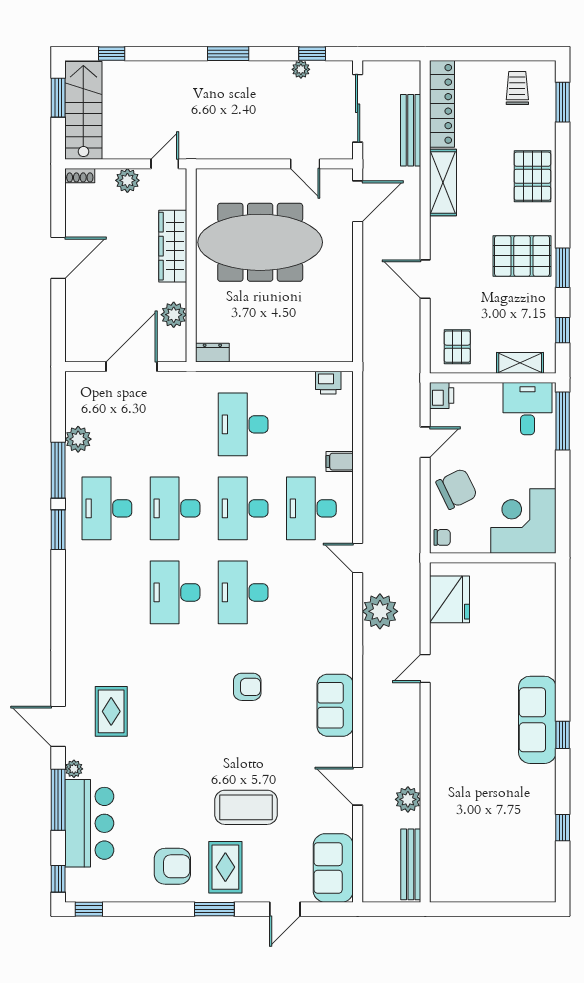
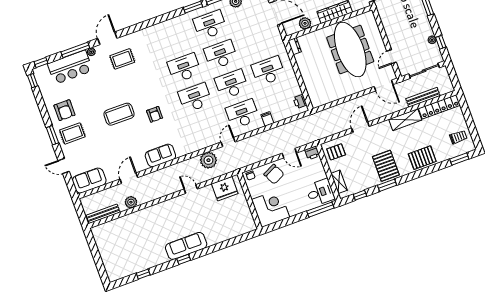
coffee table: (246, 807) -> (119, 114), moved, turned 90

